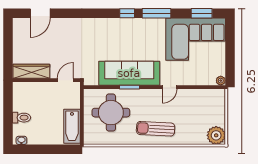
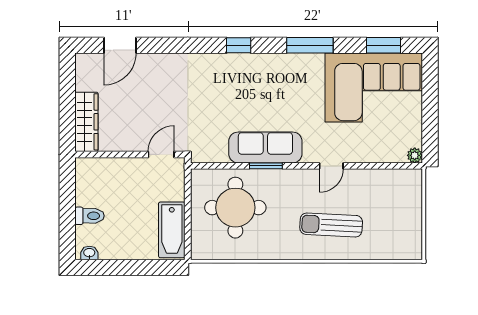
window: (127, 13) -> (239, 45), moved
wardrobe: (31, 71) -> (86, 122), moved, turned 90
sofa: (129, 73) -> (265, 147), width x0.74, depth x0.79
sun lounger: (156, 129) -> (331, 225), moved
plant: (216, 135) -> (407, 245), removed

